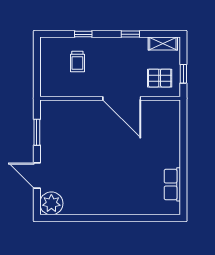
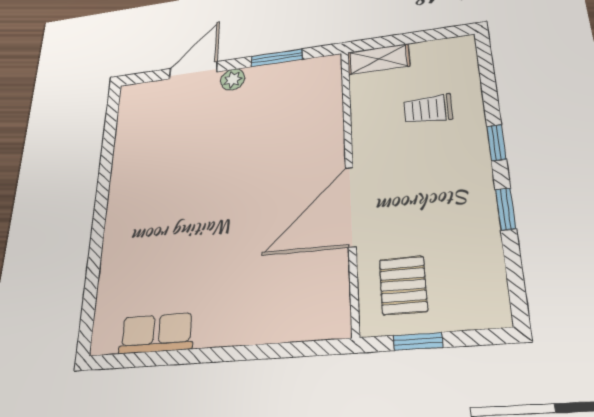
window: (83, 34) -> (496, 143), moved
shelving: (163, 44) -> (378, 59), moved, turned 90
plant: (51, 203) -> (233, 79), moved, width x0.53, depth x0.53

